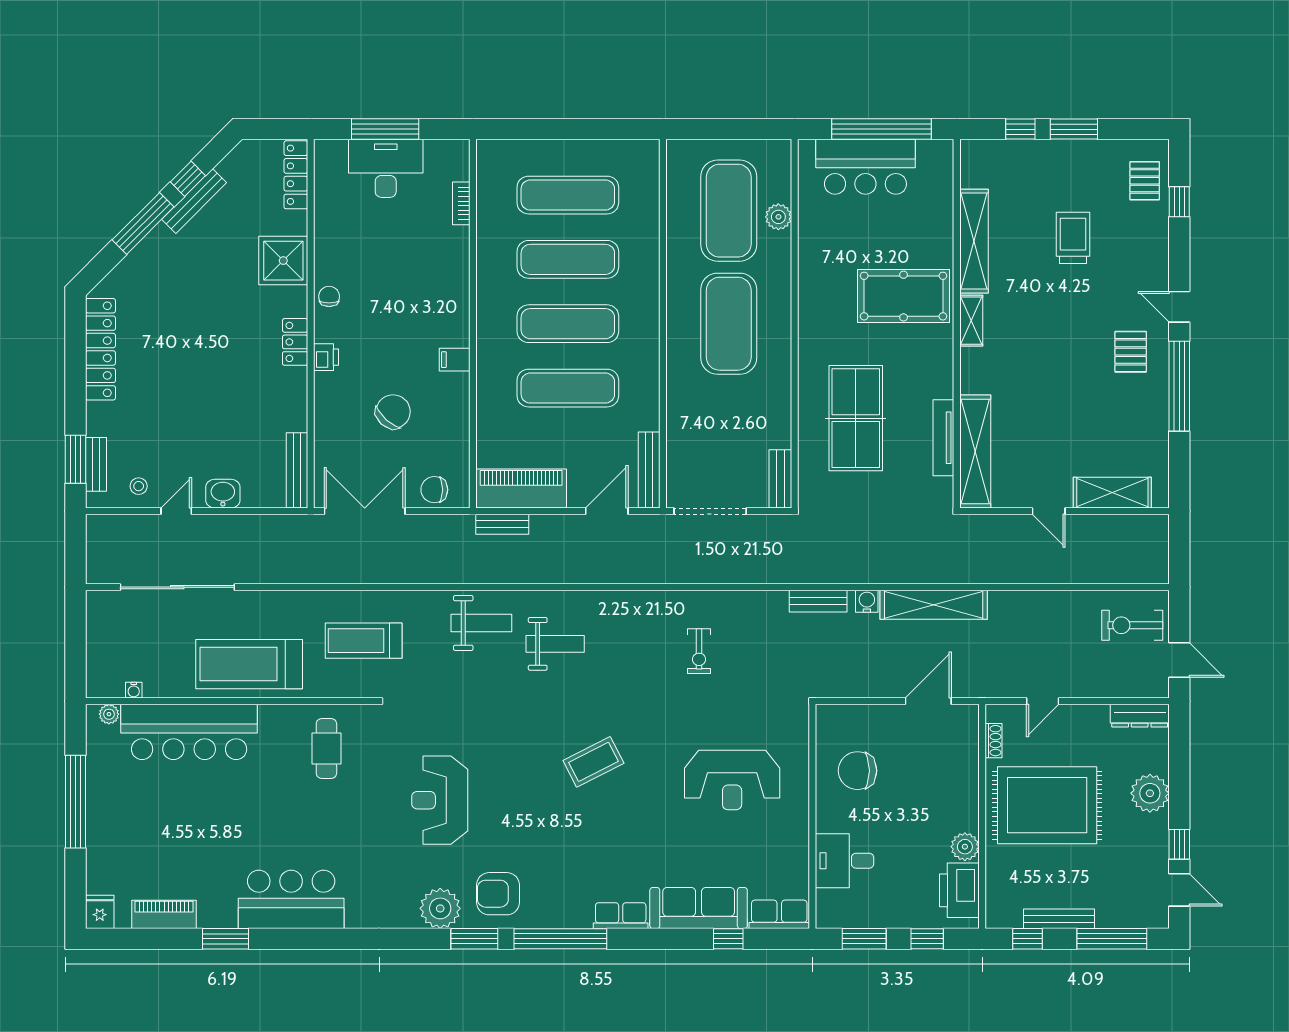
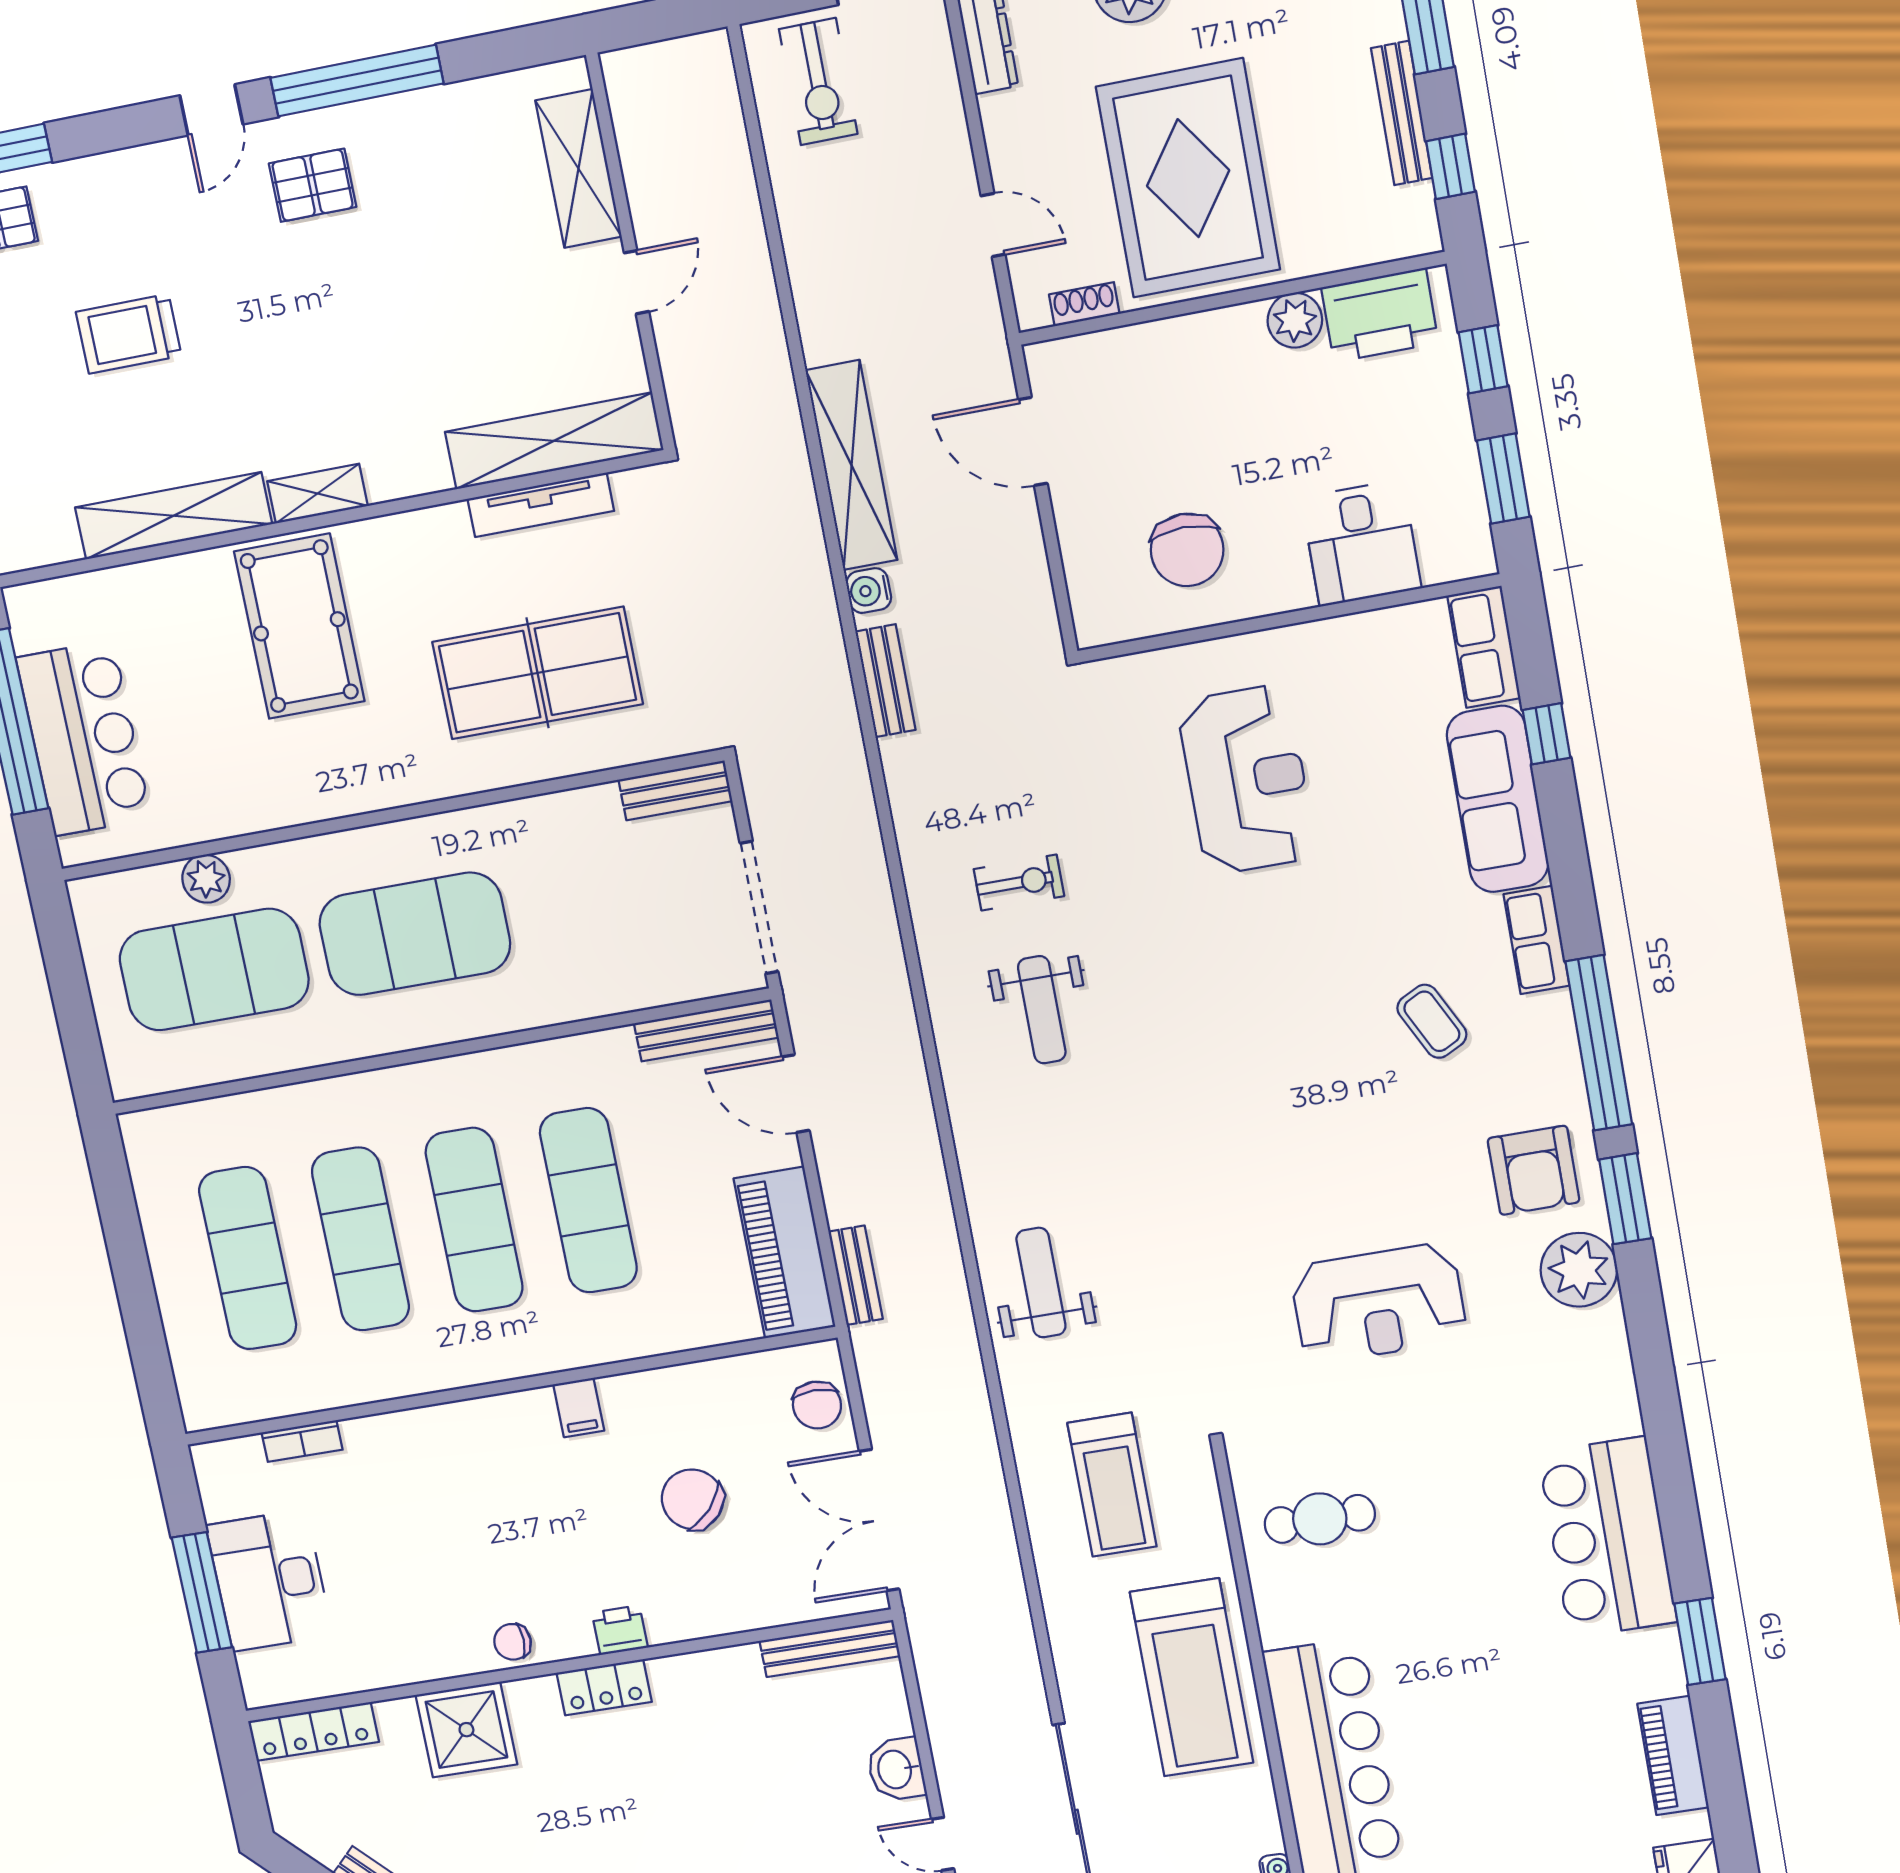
weight bench: (555, 644) -> (1042, 1010), moved, turned 180
coffee table: (593, 762) -> (1432, 1021), moved, width x0.73, depth x0.77

